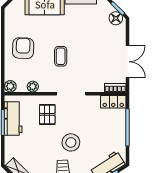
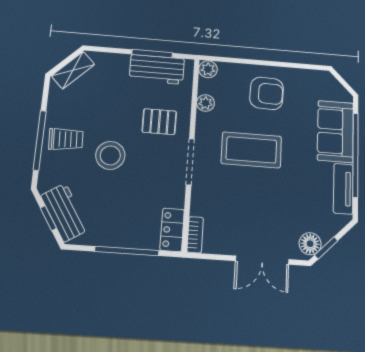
coffee table: (61, 56) -> (251, 150), width x1.86, depth x1.72
double door: (128, 62) -> (262, 260), moved

